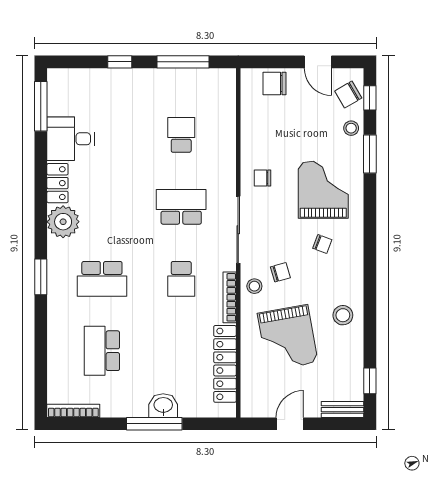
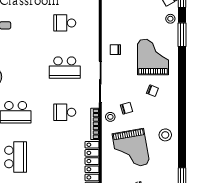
school desk: (181, 135) -> (65, 23), turned -90
school desk: (181, 207) -> (65, 68), turned 180
school desk: (181, 279) -> (65, 112), turned 90
school desk: (102, 351) -> (16, 157), turned 180

